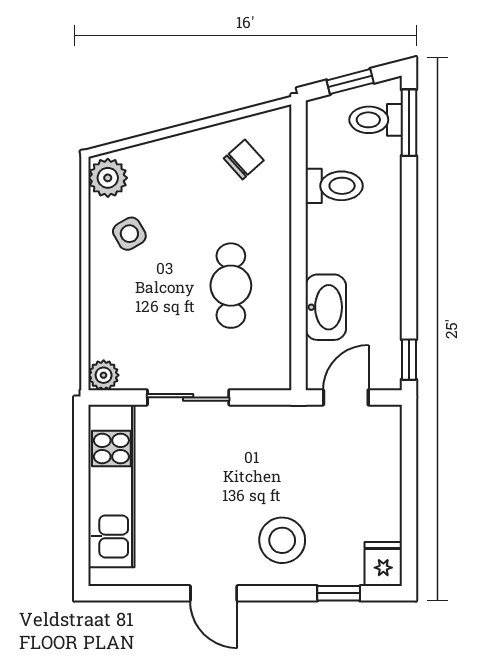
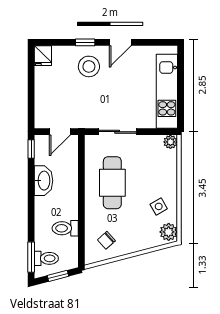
cafe table: (231, 286) -> (112, 183), width x1.37, depth x1.35
washbasin: (326, 307) -> (43, 181), moved, turned 180
sliding door: (188, 397) -> (117, 132), moved
door: (214, 593) -> (120, 42), swing flipped
window: (339, 593) -> (85, 42), moved

